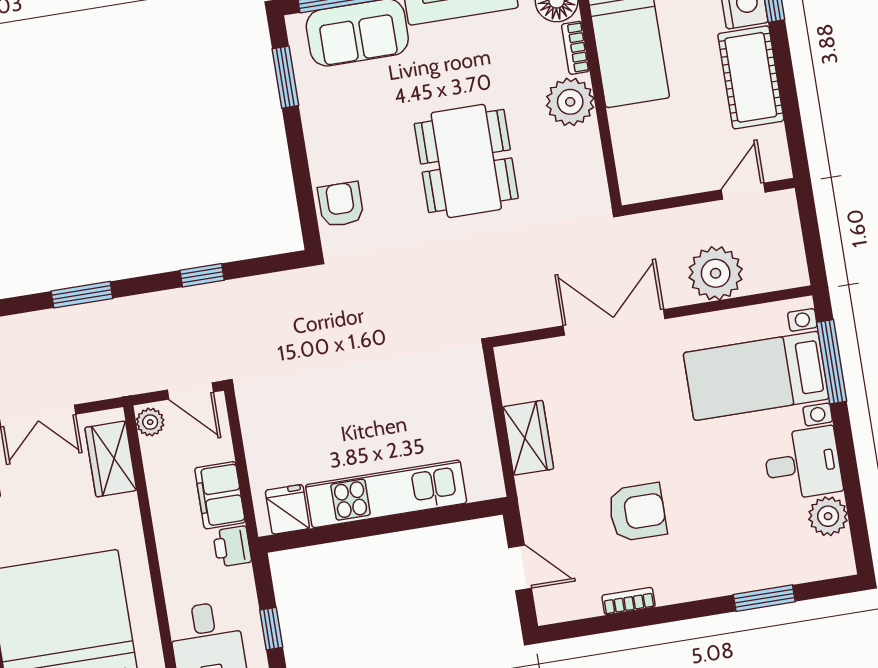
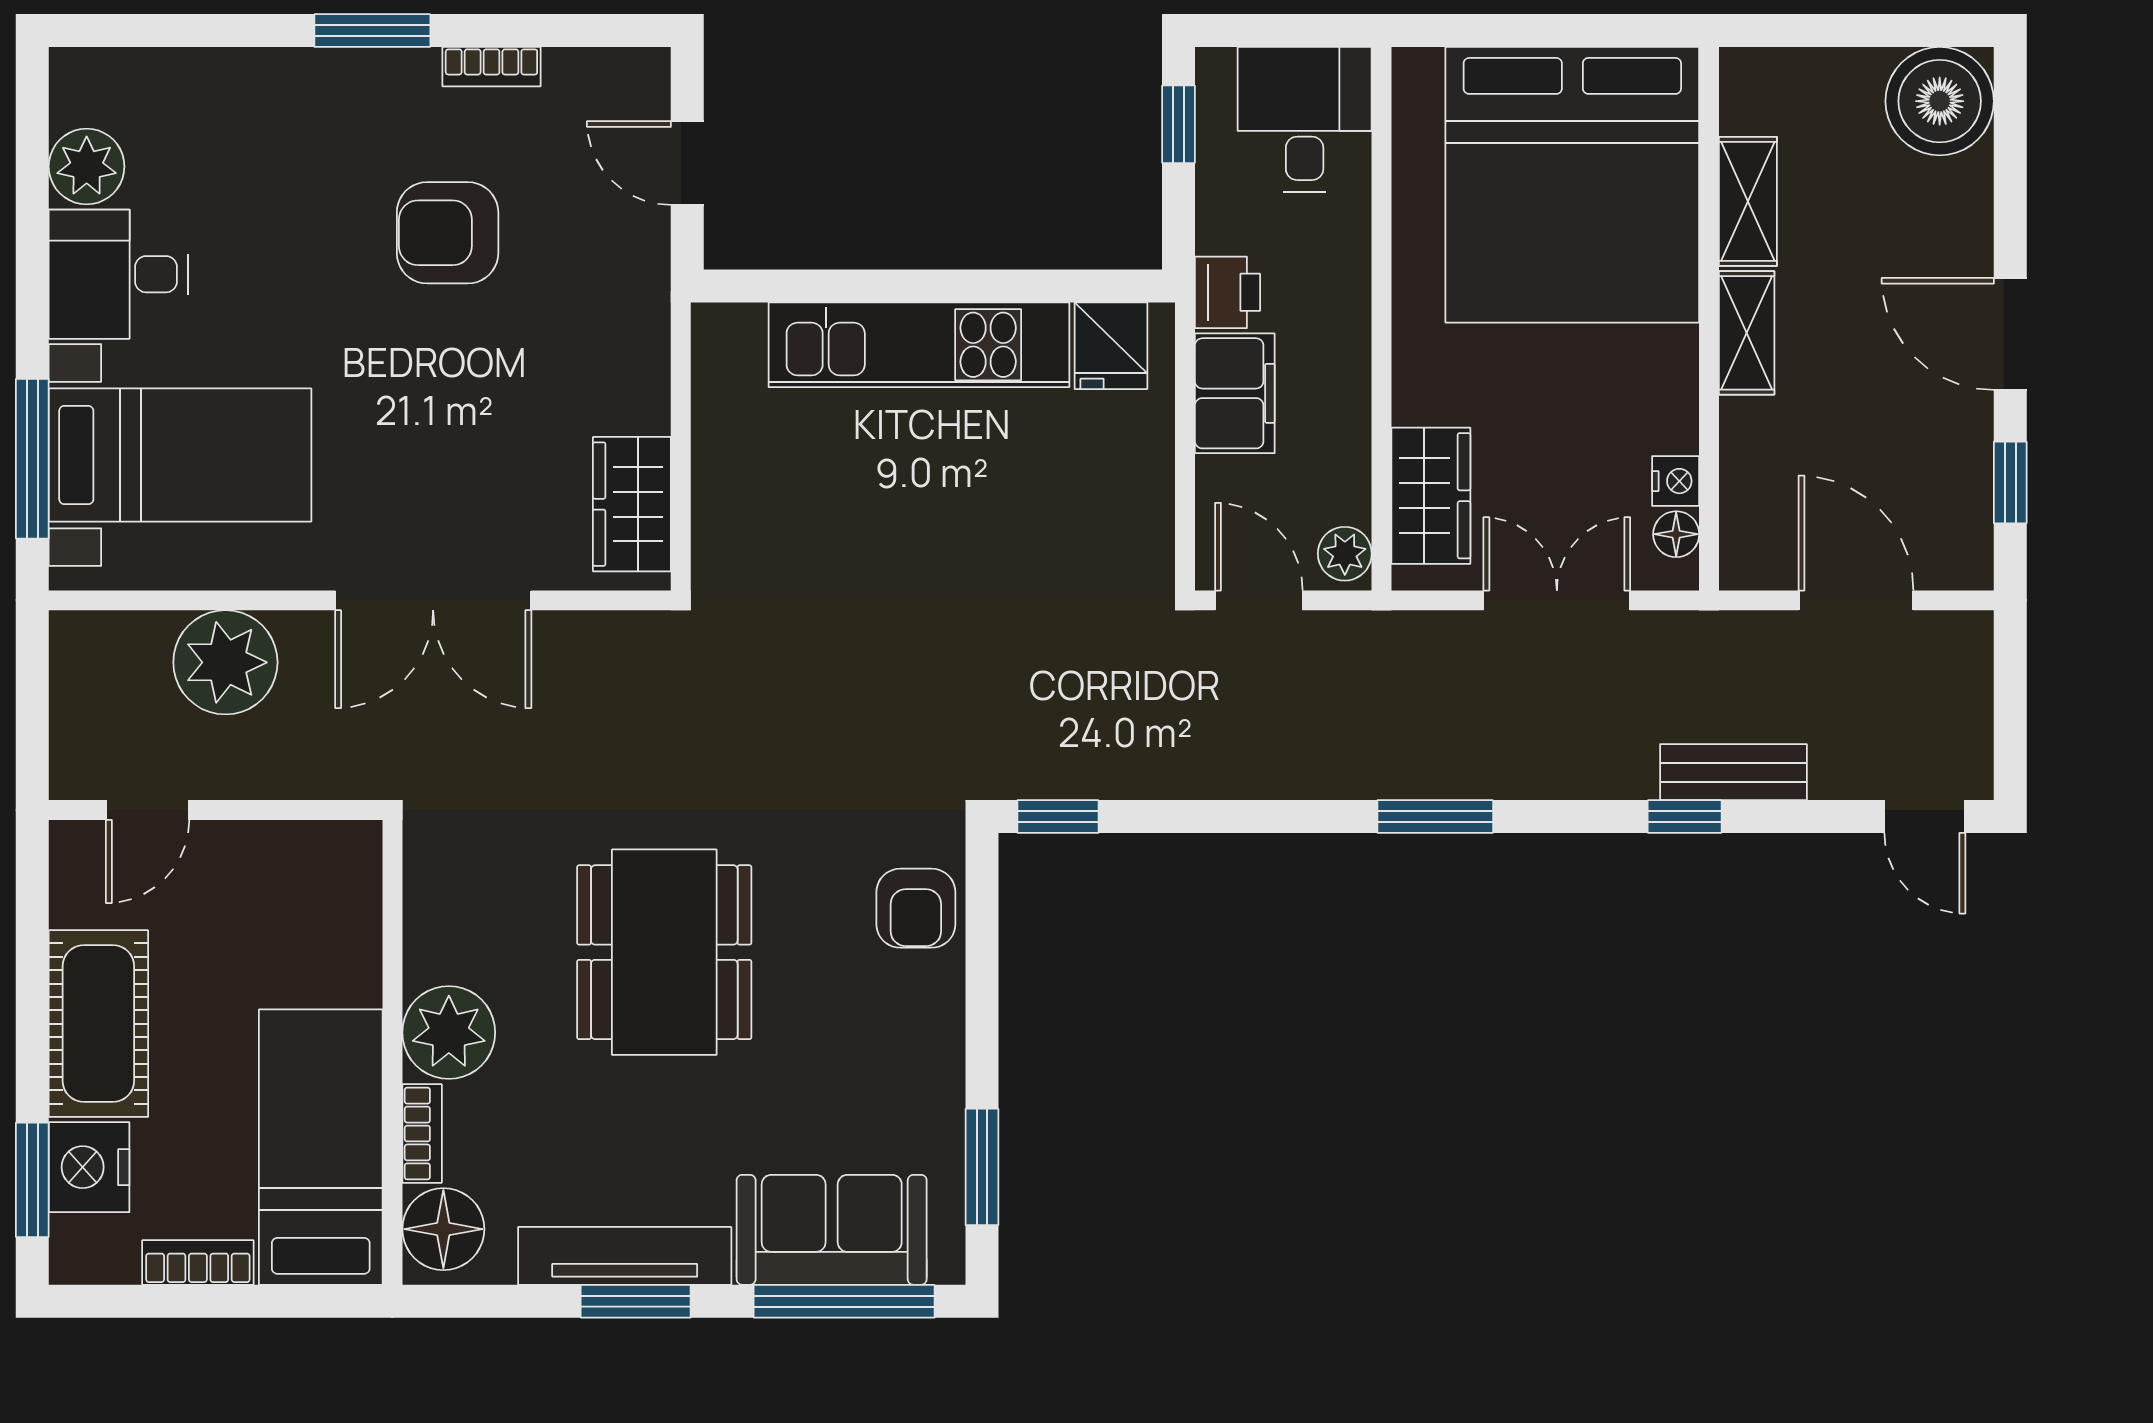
window: (202, 275) -> (1058, 816), moved
wardrobe: (528, 438) -> (632, 504), moved
window: (764, 598) -> (372, 31), moved

